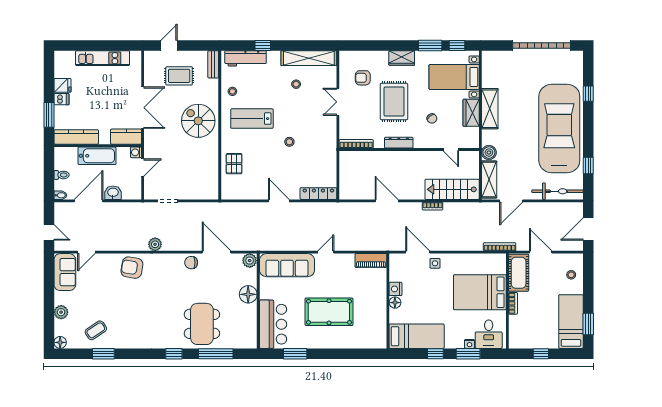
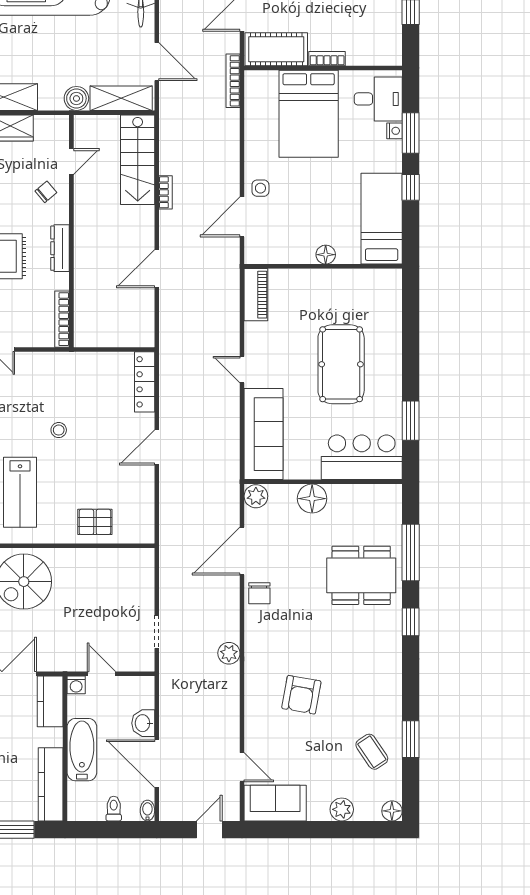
chair: (432, 118) -> (46, 192), moved
armchair: (132, 268) -> (301, 695), moved
nightstand: (396, 289) -> (303, 254), removed

